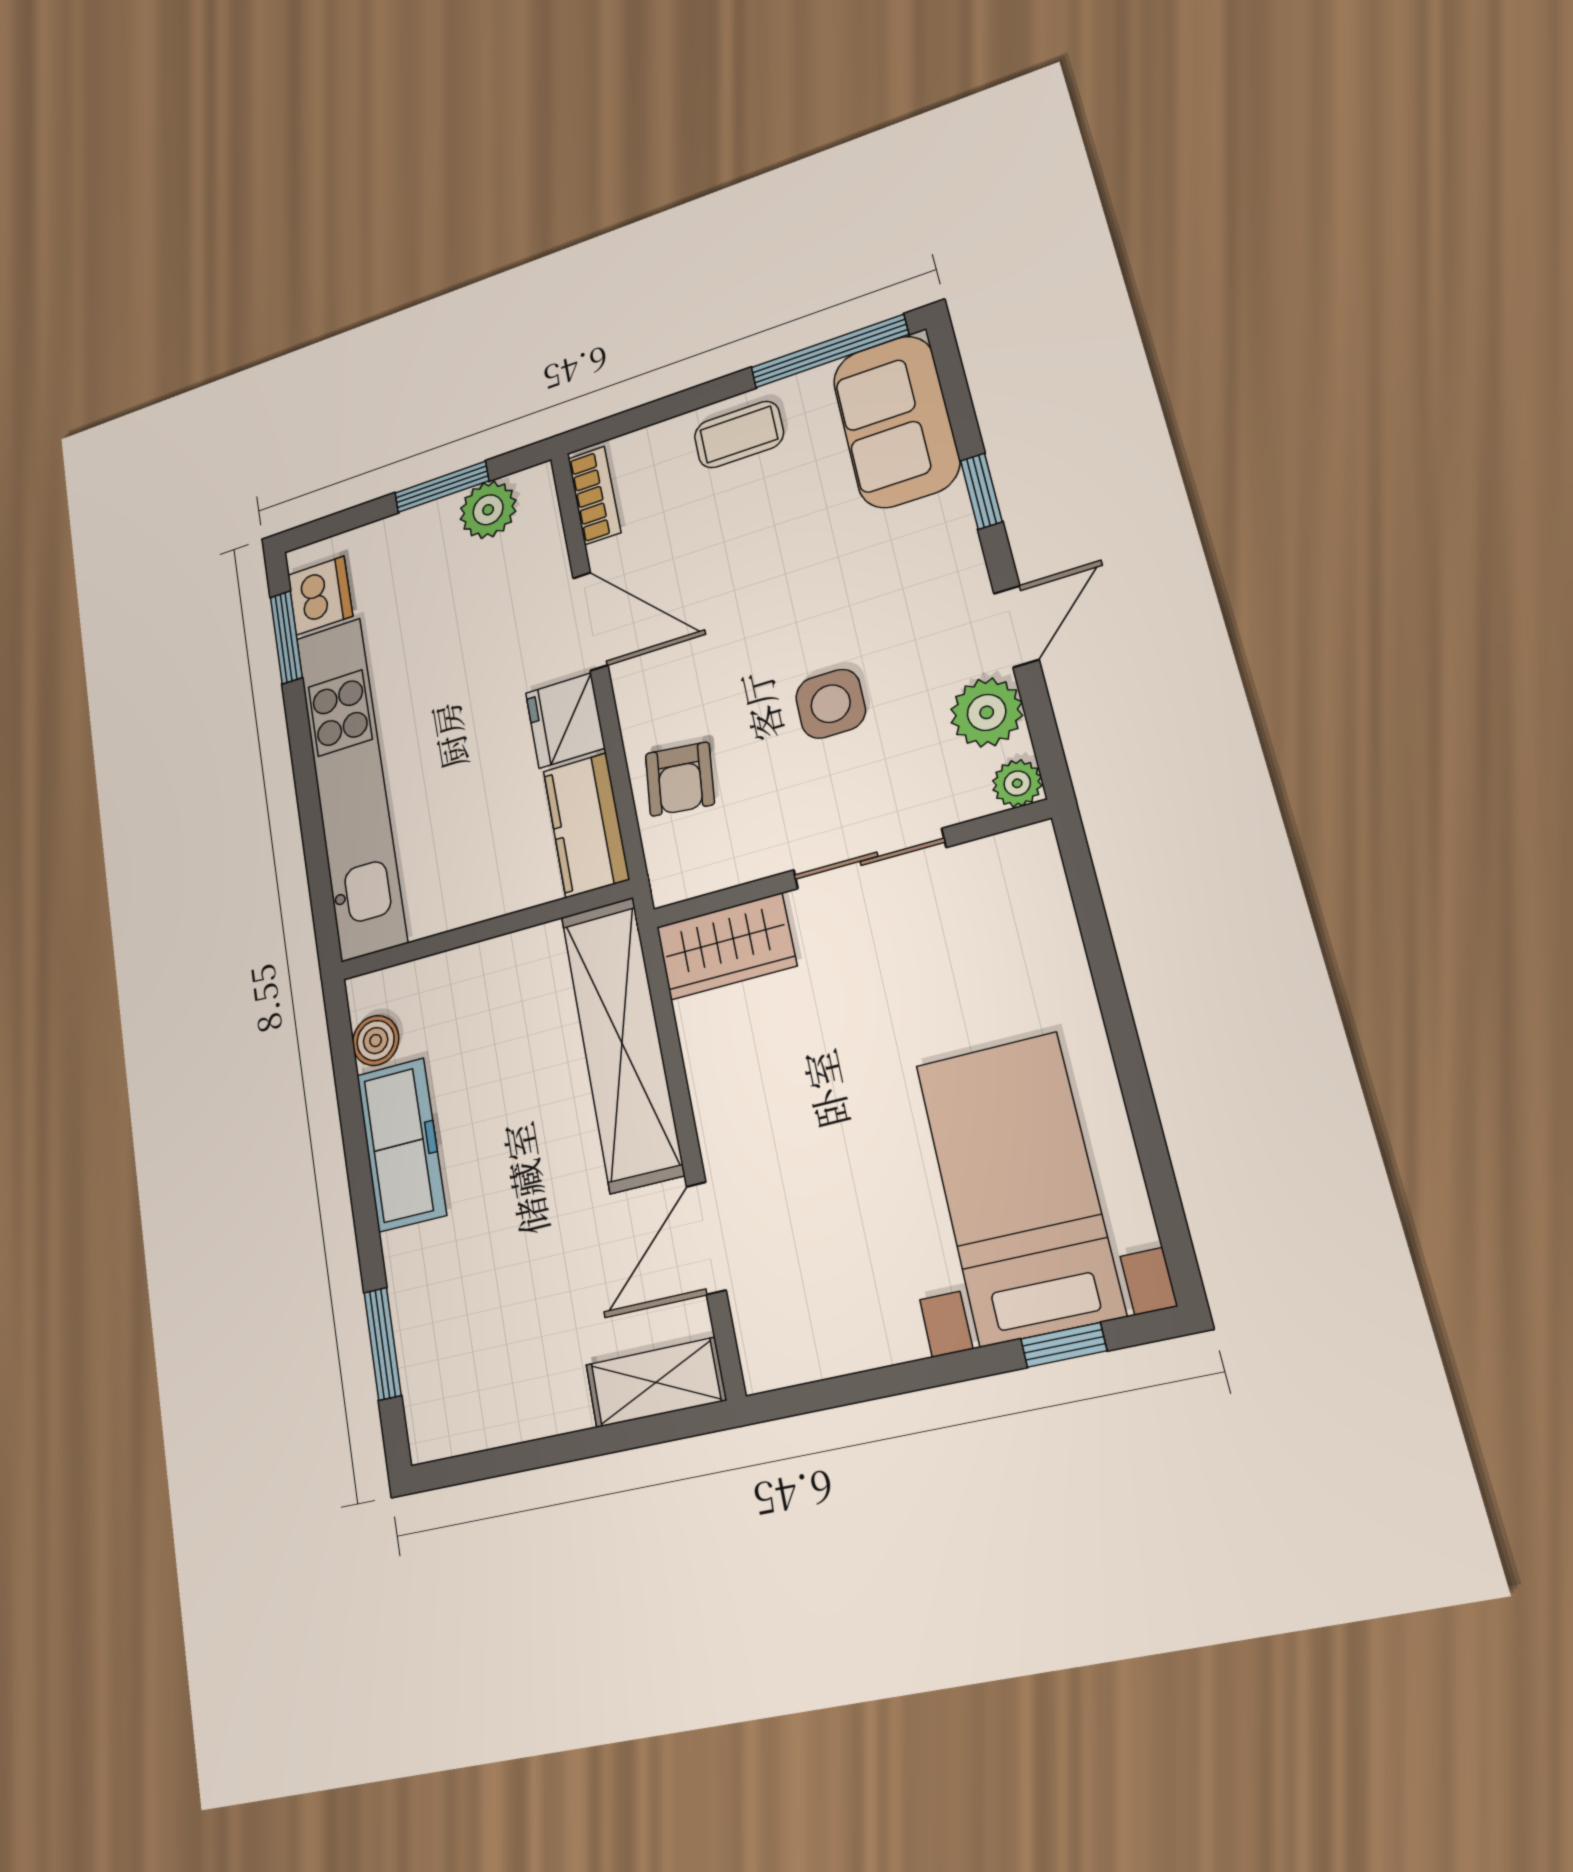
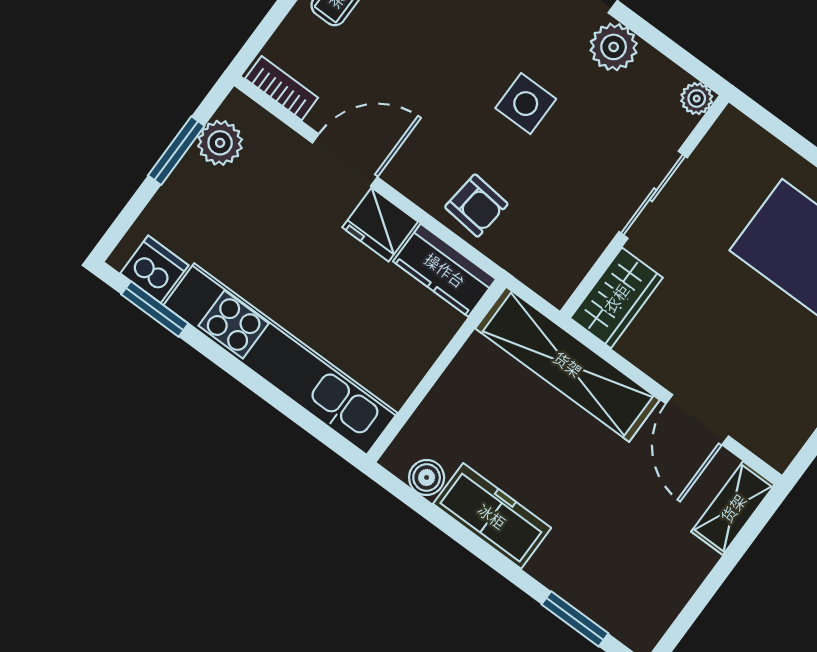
plant: (1017, 783) -> (697, 99), moved
sliding door: (869, 859) -> (653, 195), moved
wall: (847, 865) -> (644, 207), moved
wardrobe: (726, 946) -> (616, 298), moved

